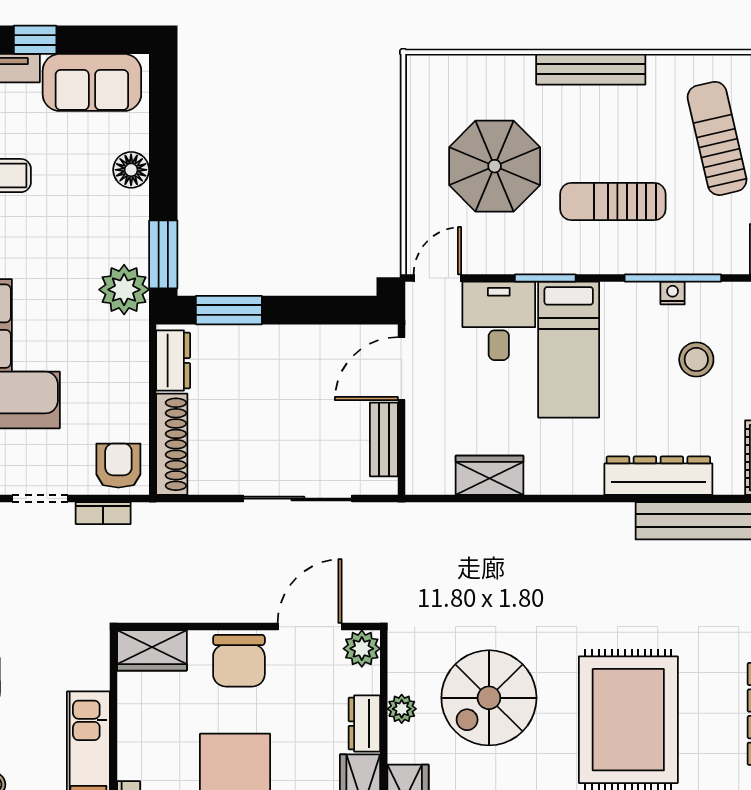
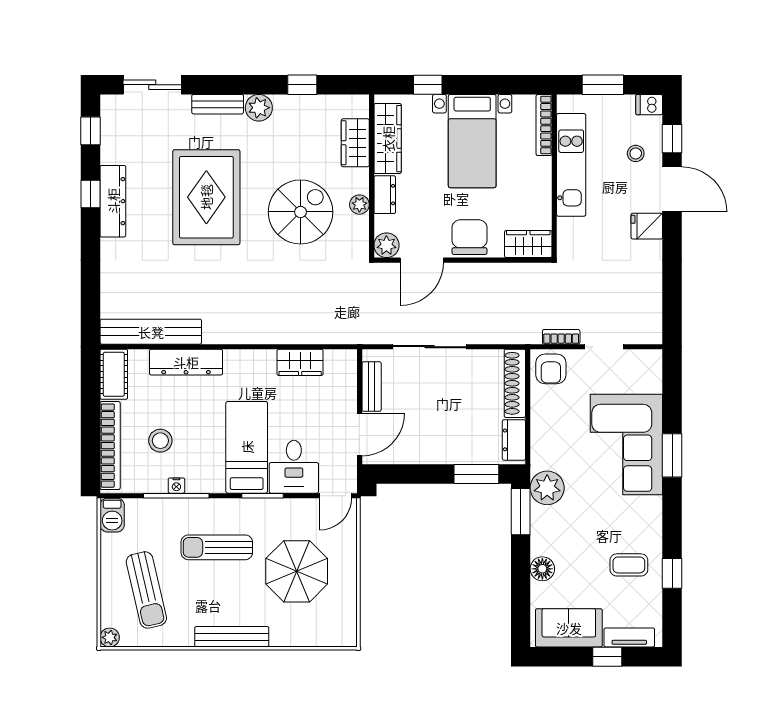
sun lounger: (613, 202) -> (217, 547), turned 180

